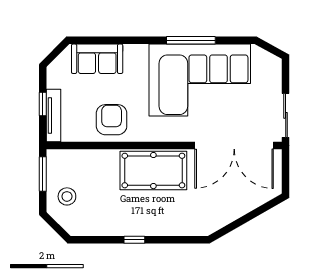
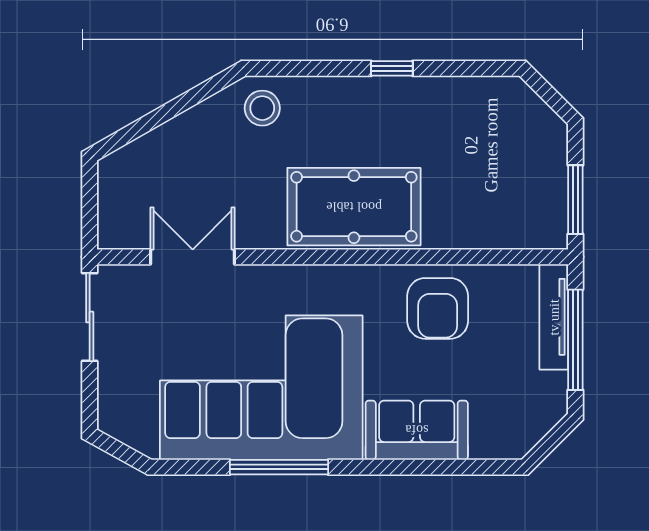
sofa: (97, 59) -> (417, 430), moved
window: (43, 104) -> (575, 340), width x2.17
double door: (234, 145) -> (193, 257), width x0.54
stool: (67, 196) -> (262, 108), moved

